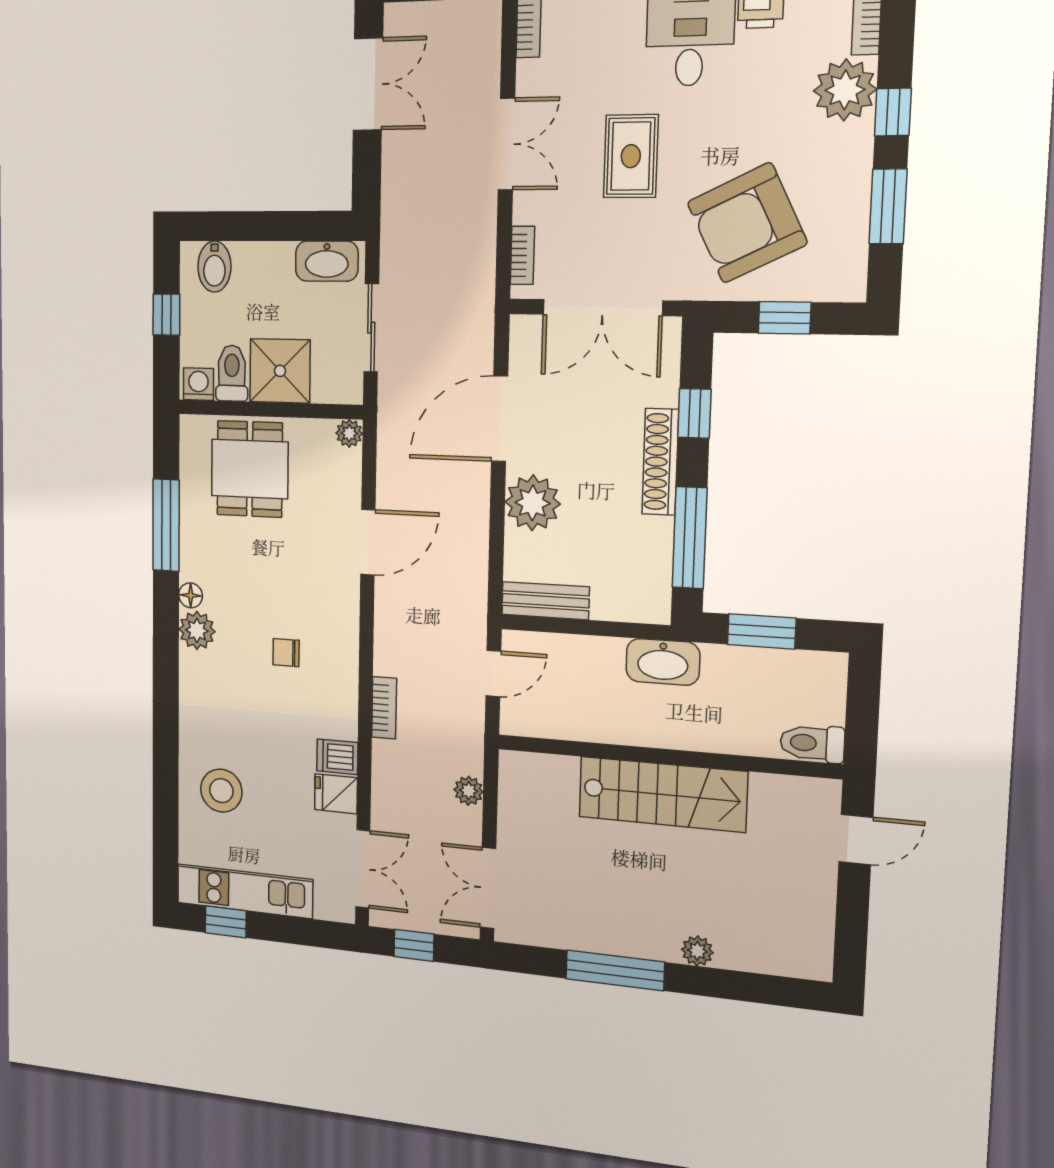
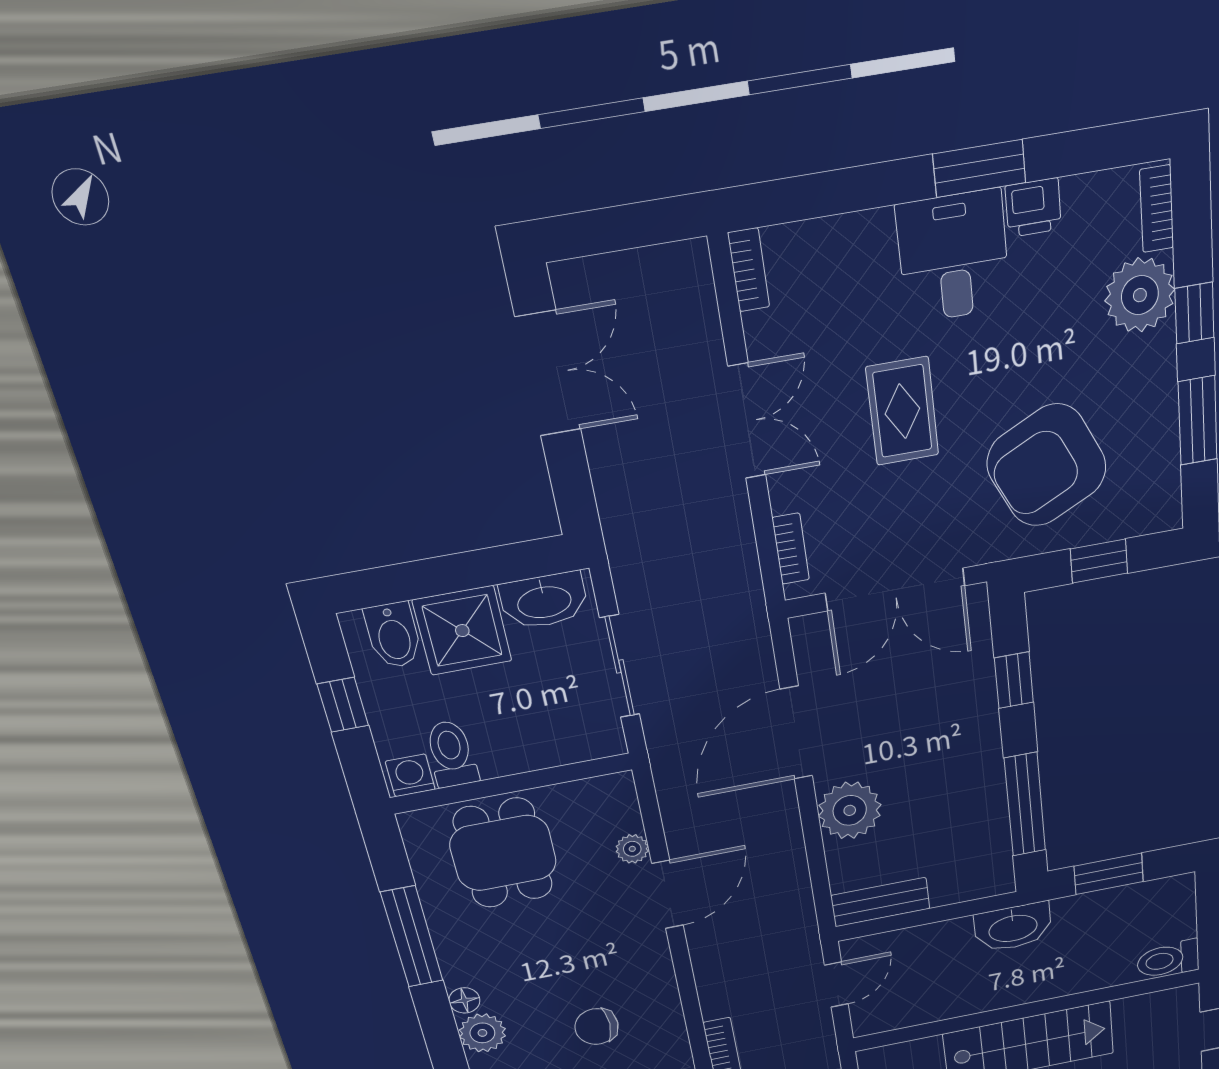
shower: (280, 371) -> (462, 631), moved
plant: (349, 433) -> (632, 849), moved
shoe rack: (660, 462) -> (984, 737), removed
chair: (286, 653) -> (597, 1026), width x1.37, depth x1.37

